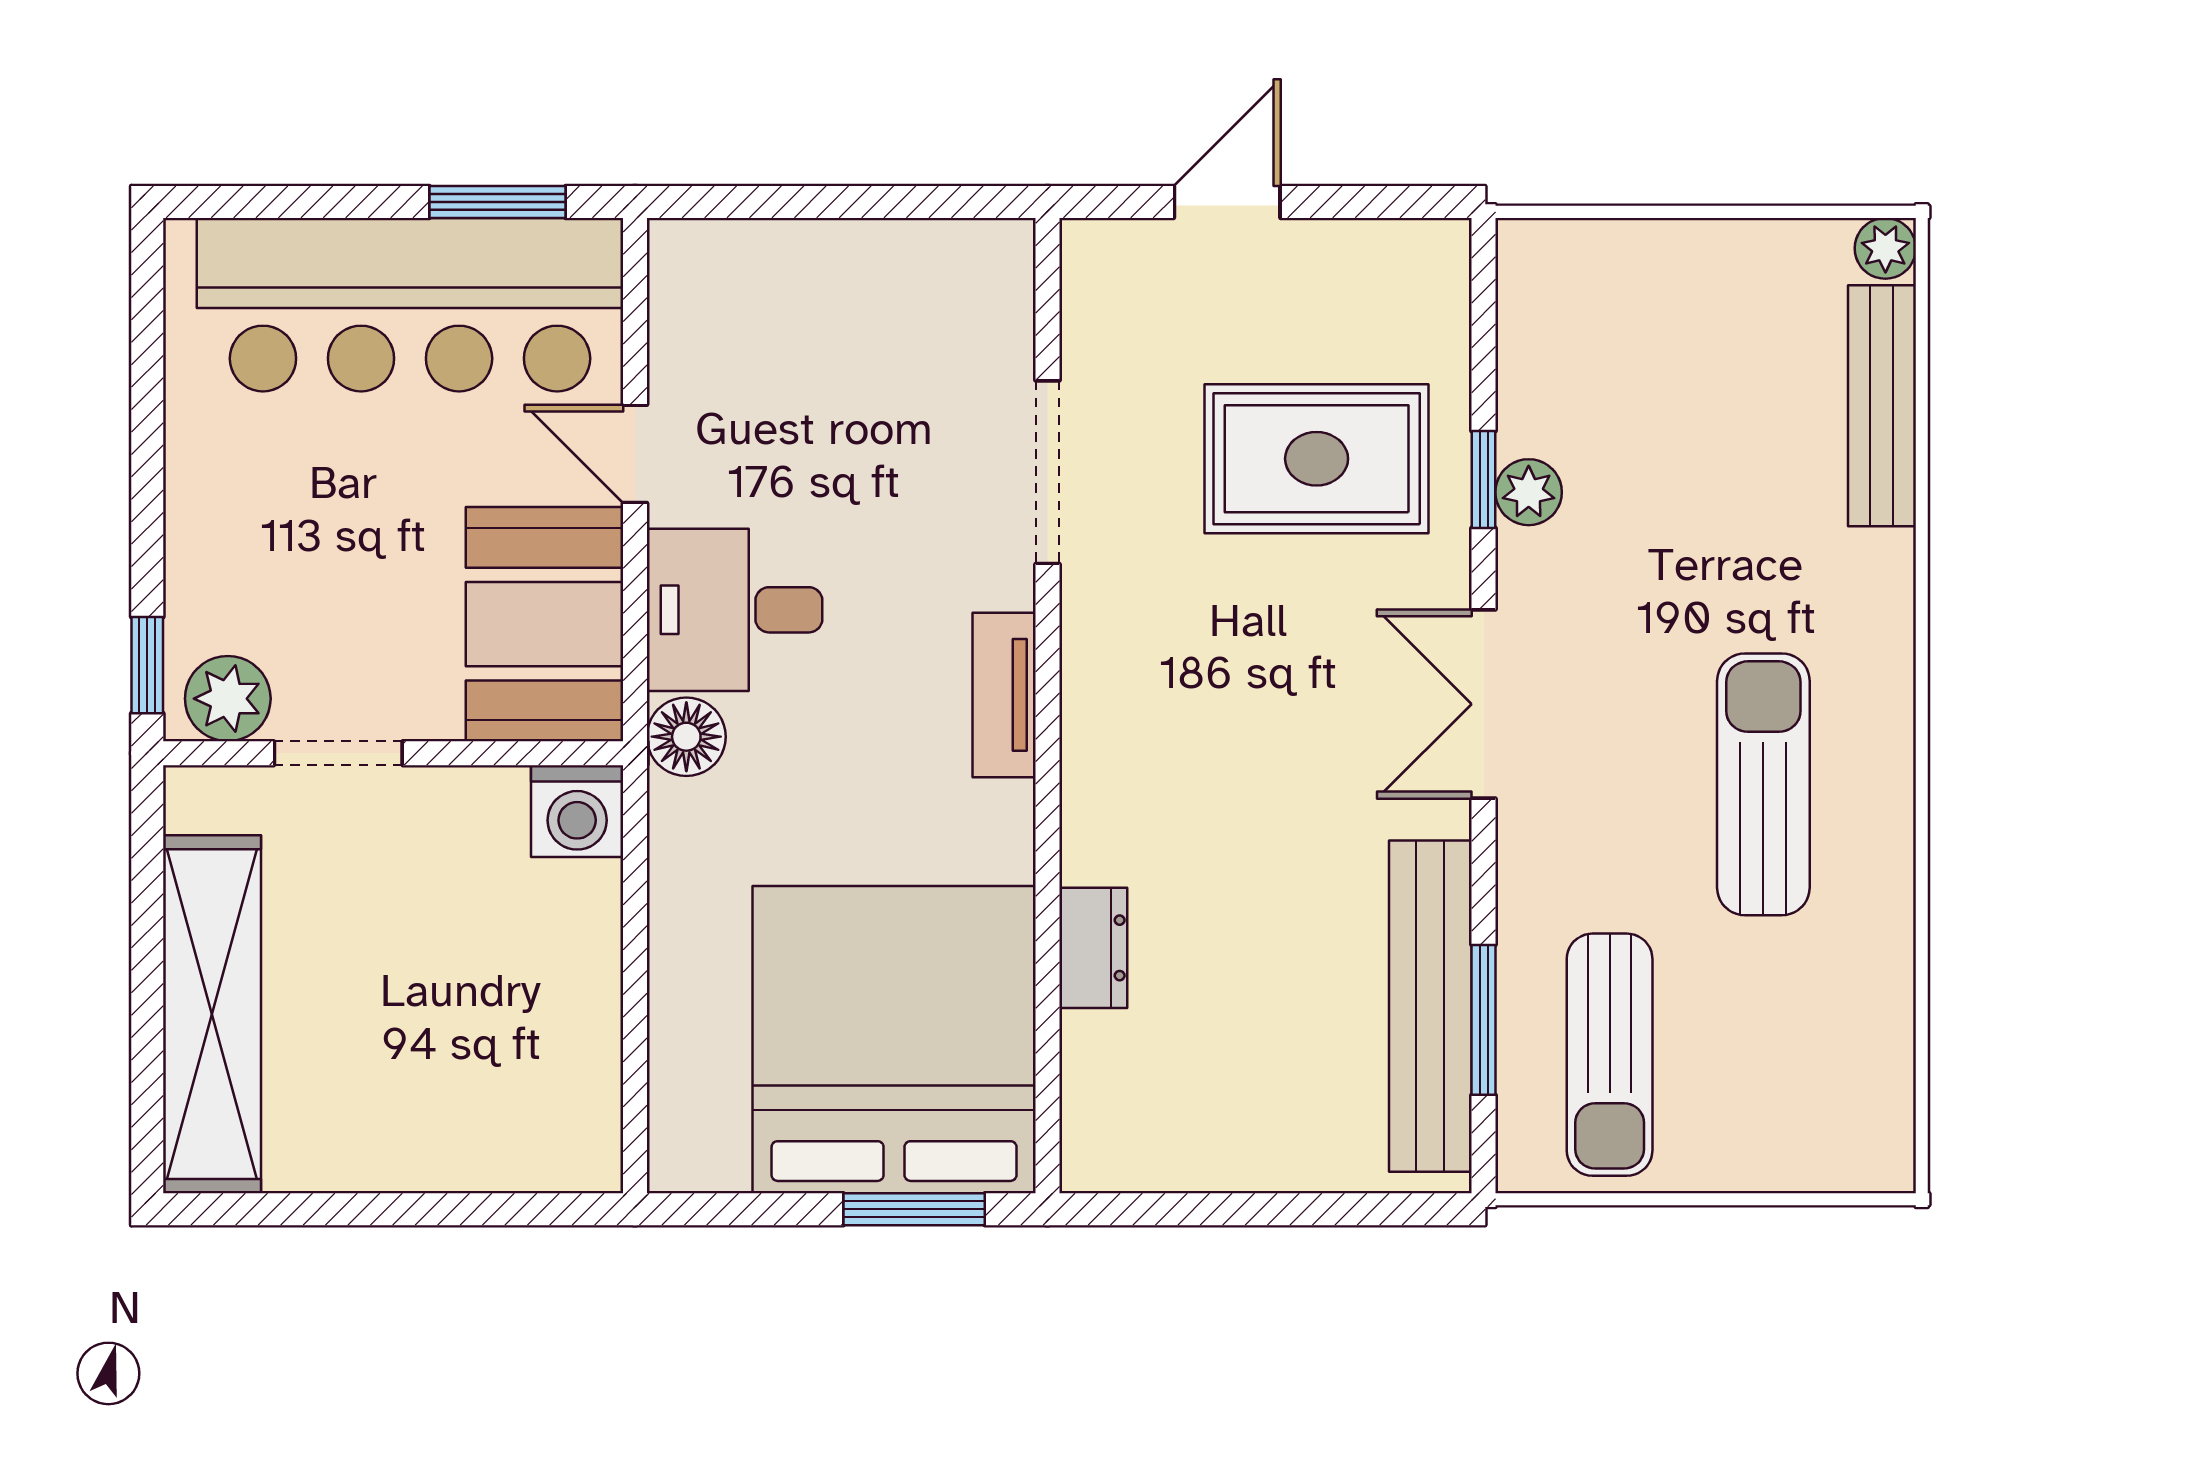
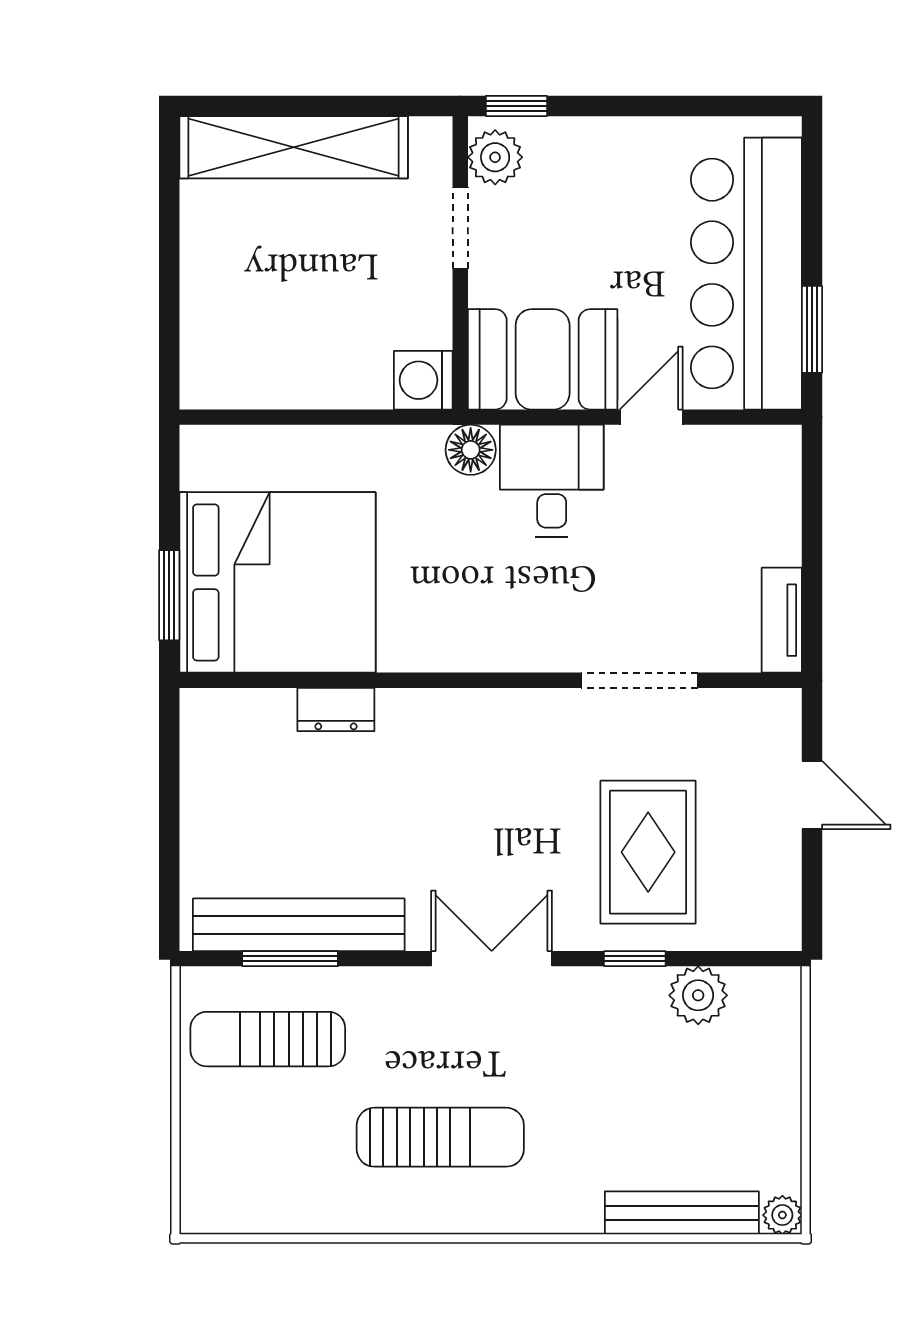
plant: (1529, 492) -> (698, 995), moved, width x1.38, depth x1.38
tv unit: (1004, 695) -> (782, 620), moved, turned -90

